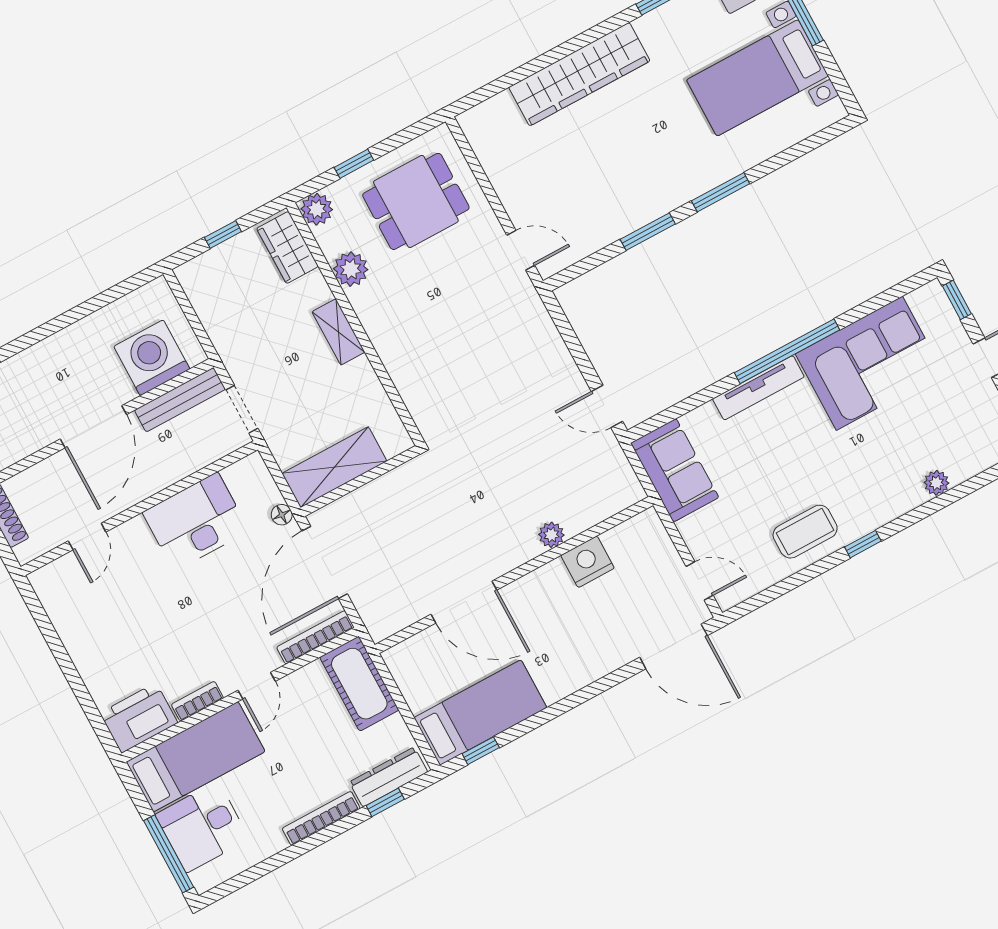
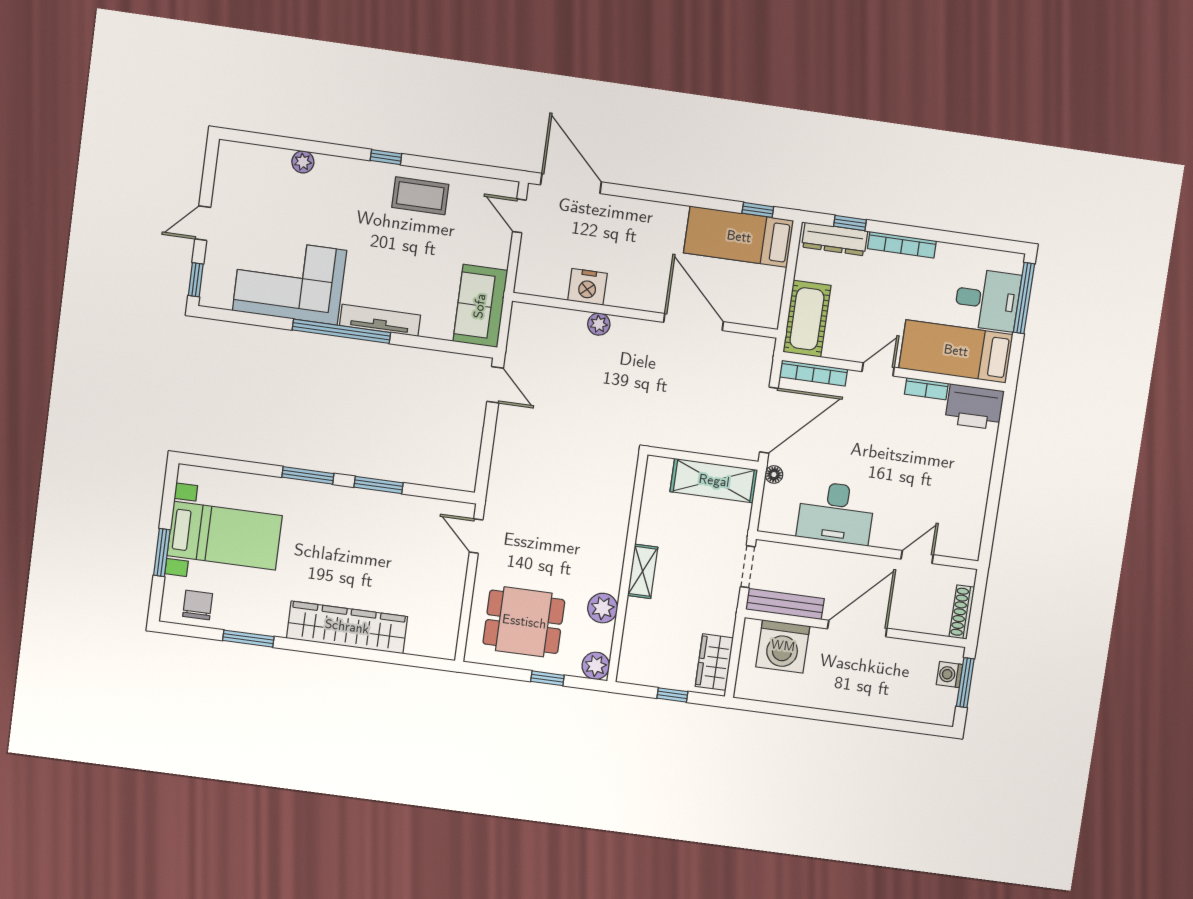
wardrobe: (288, 247) -> (714, 662), moved, turned 180

